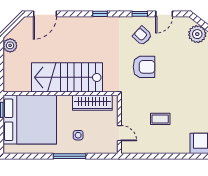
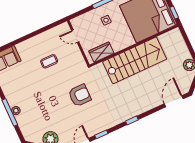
armchair: (142, 36) -> (92, 119), removed
armchair: (144, 67) -> (80, 95), turned 180
wardrobe: (92, 103) -> (101, 52), width x0.67

